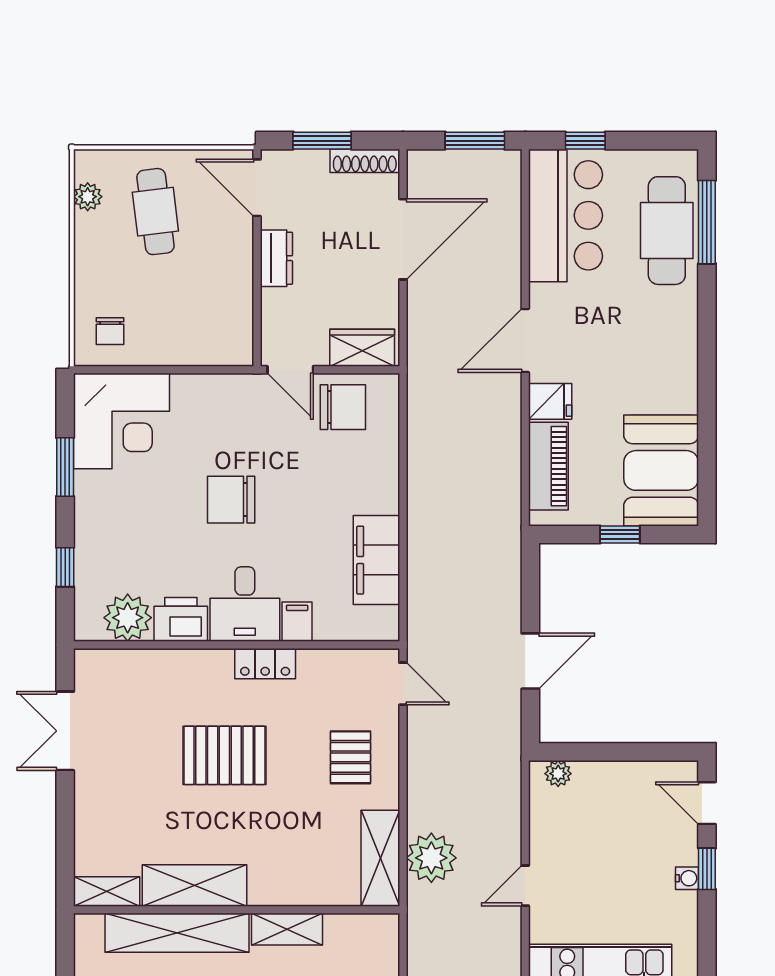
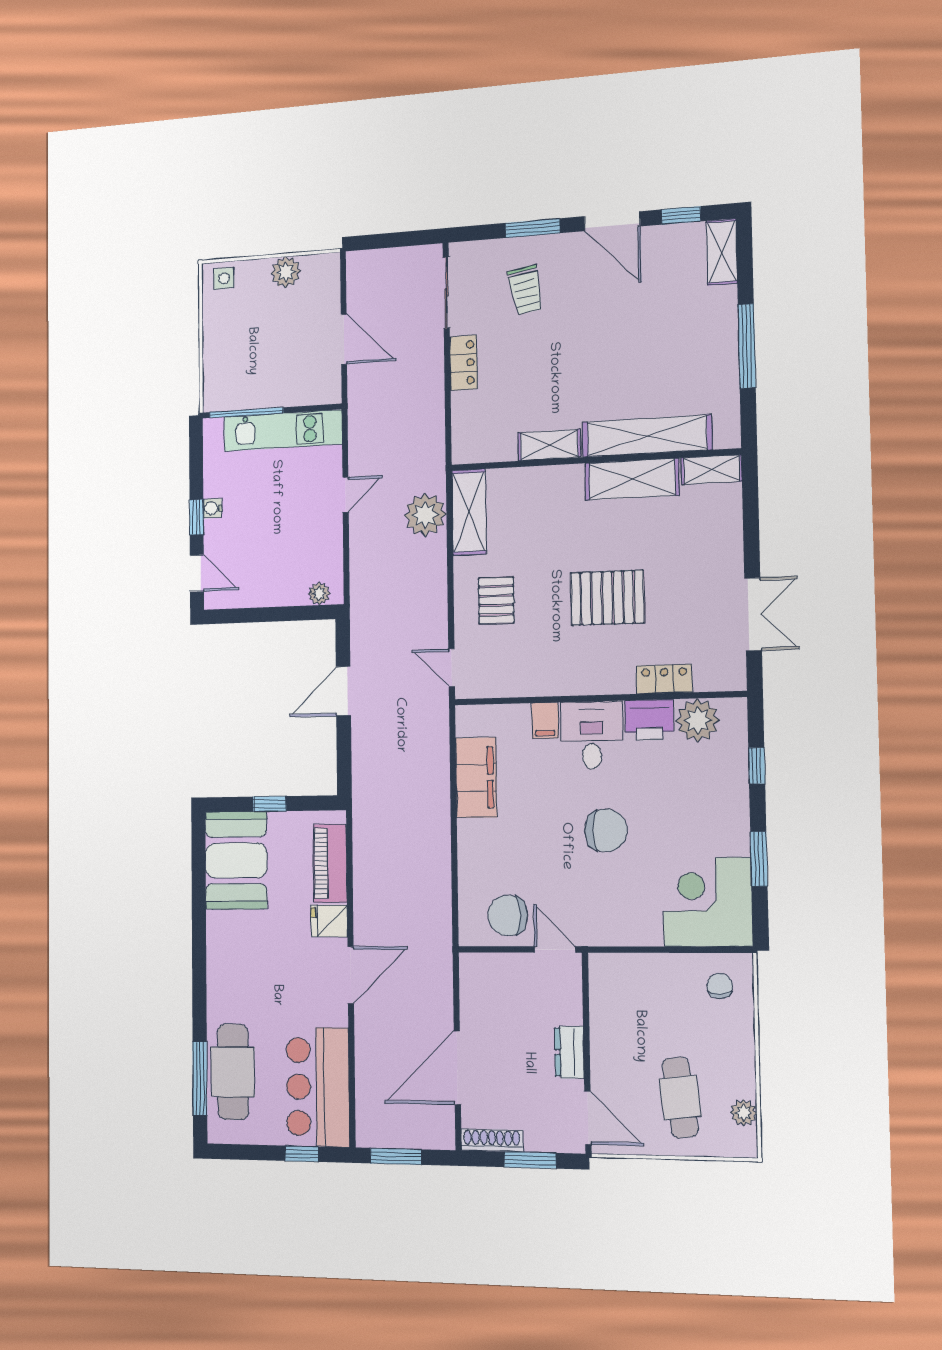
wardrobe: (362, 348) -> (492, 969), removed
locker: (265, 664) -> (664, 679), moved

